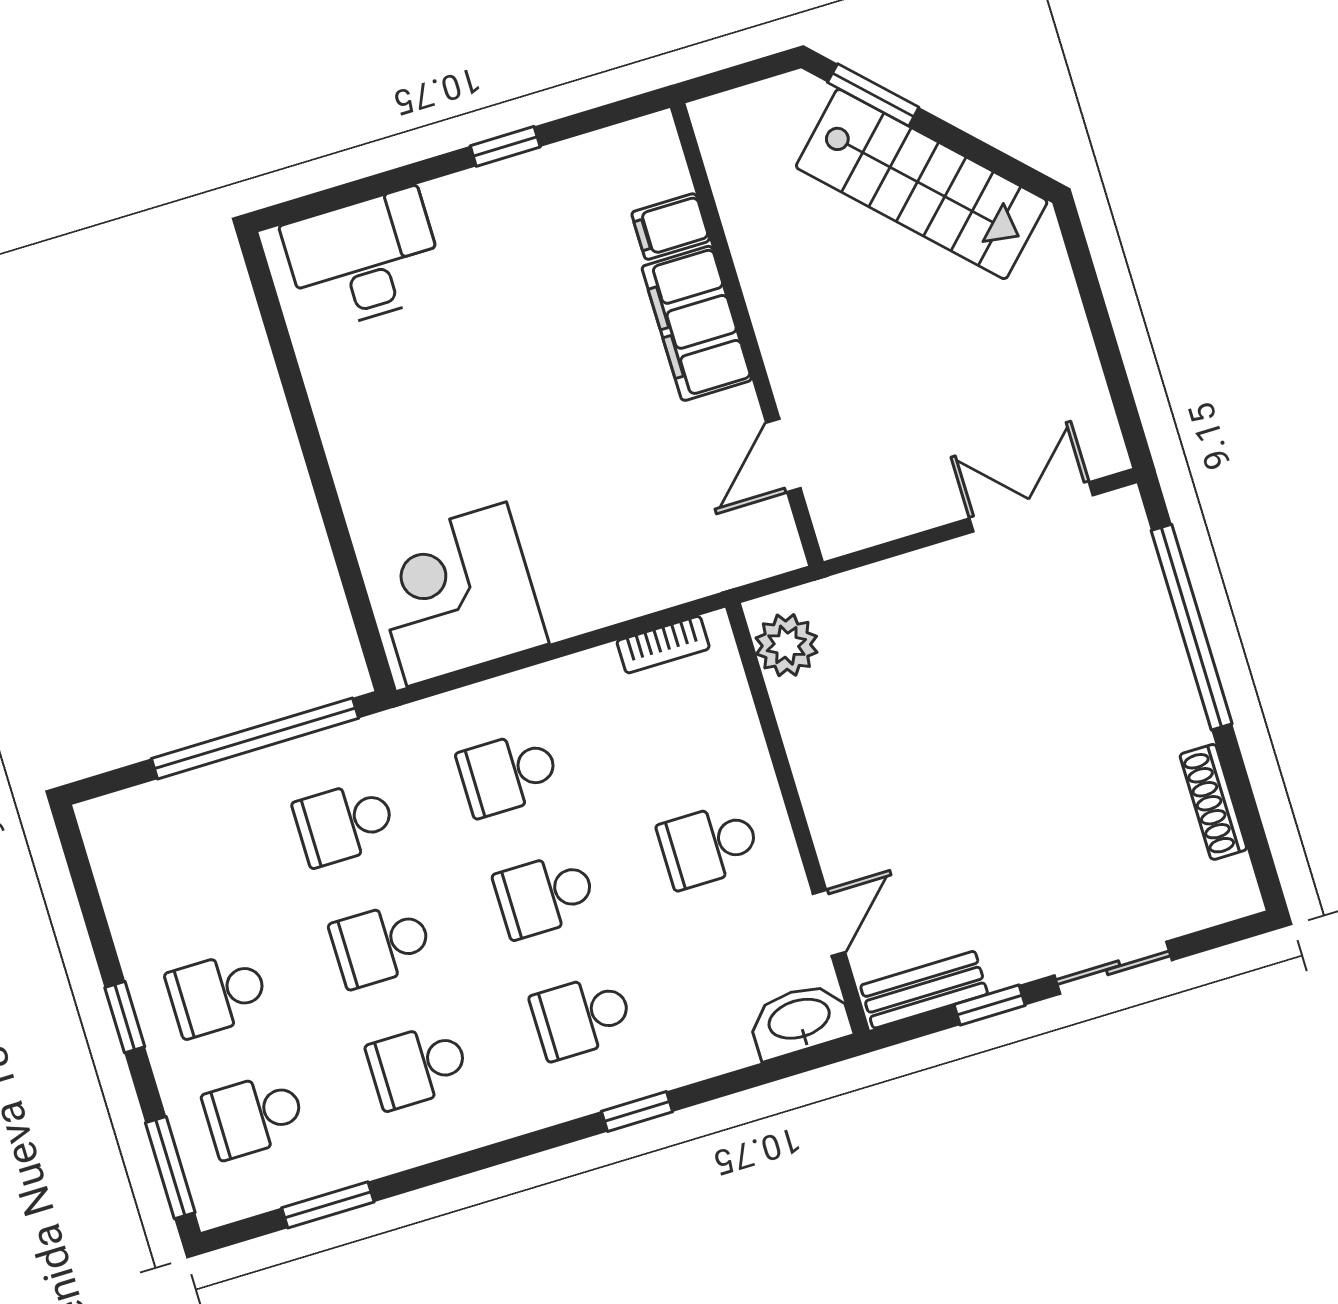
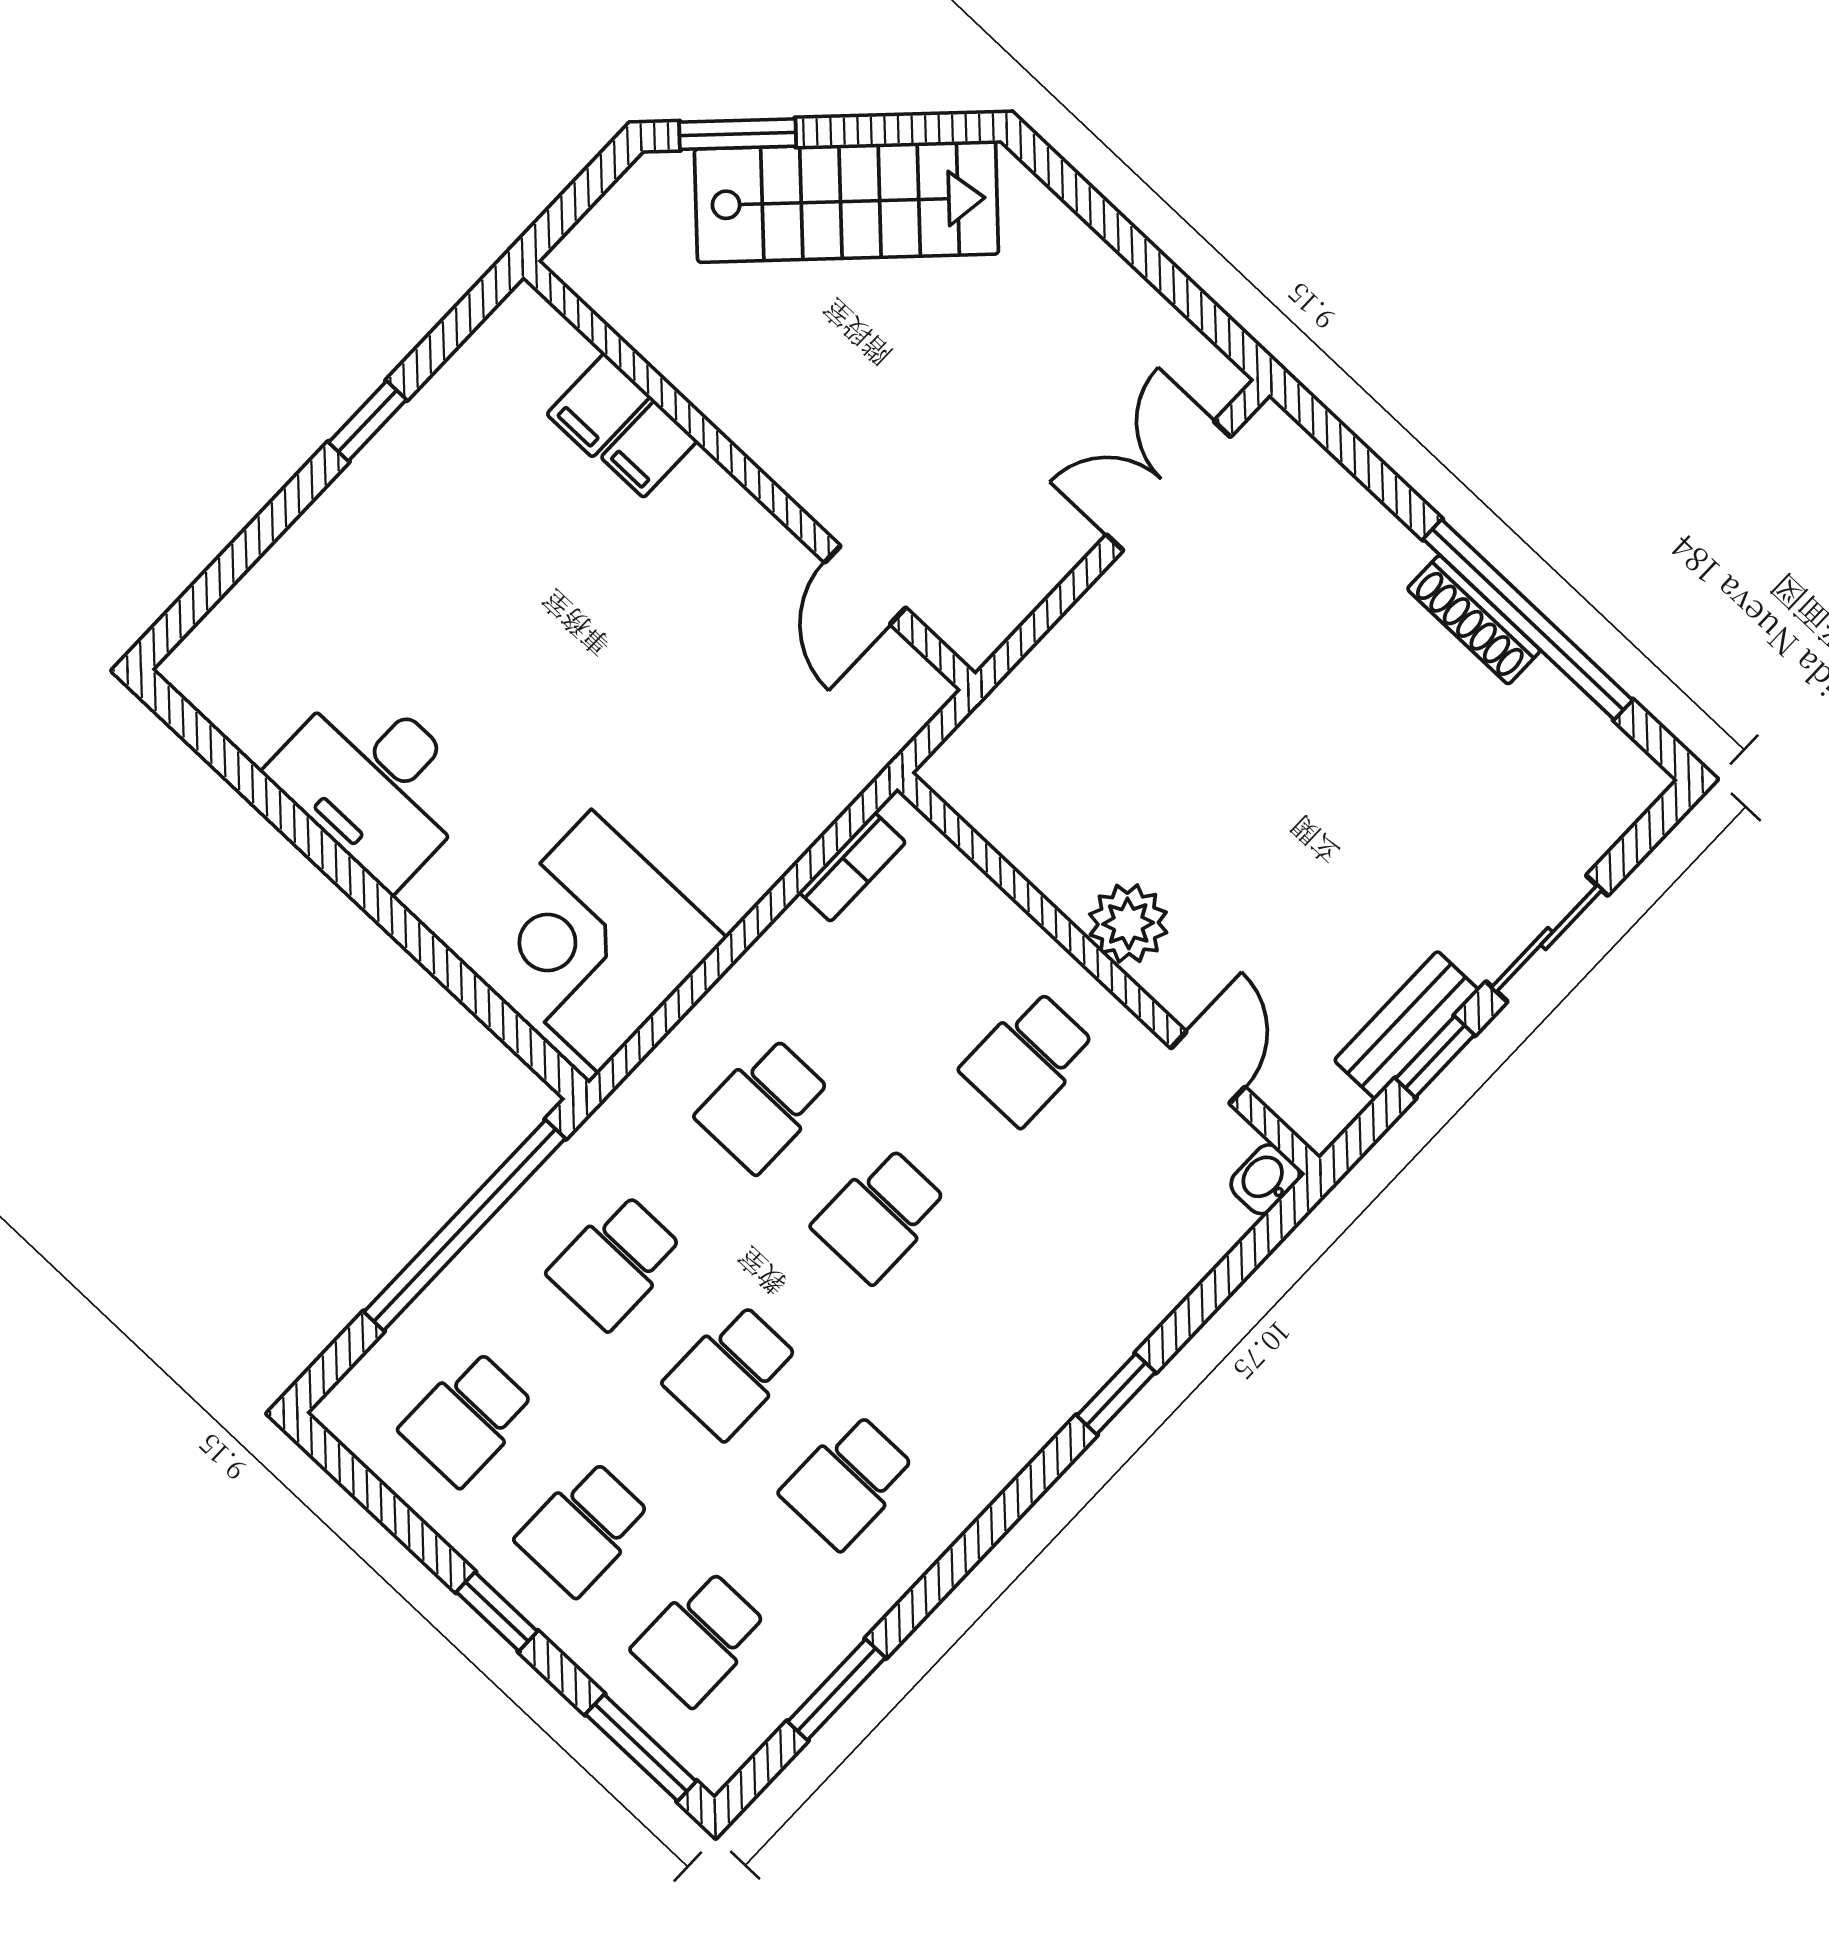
desk: (364, 260) -> (375, 782), moved, turned -90
filing cabinet: (697, 323) -> (649, 449), width x0.33, depth x0.86
window: (1192, 627) -> (1528, 620), moved
plant: (786, 645) -> (1128, 923), moved
shoe rack: (1213, 802) -> (1474, 620), moved
bench: (924, 990) -> (1407, 1025), moved
school desk: (582, 1017) -> (467, 1418), moved
washbasin: (800, 1020) -> (1265, 1179), width x0.52, depth x0.69

